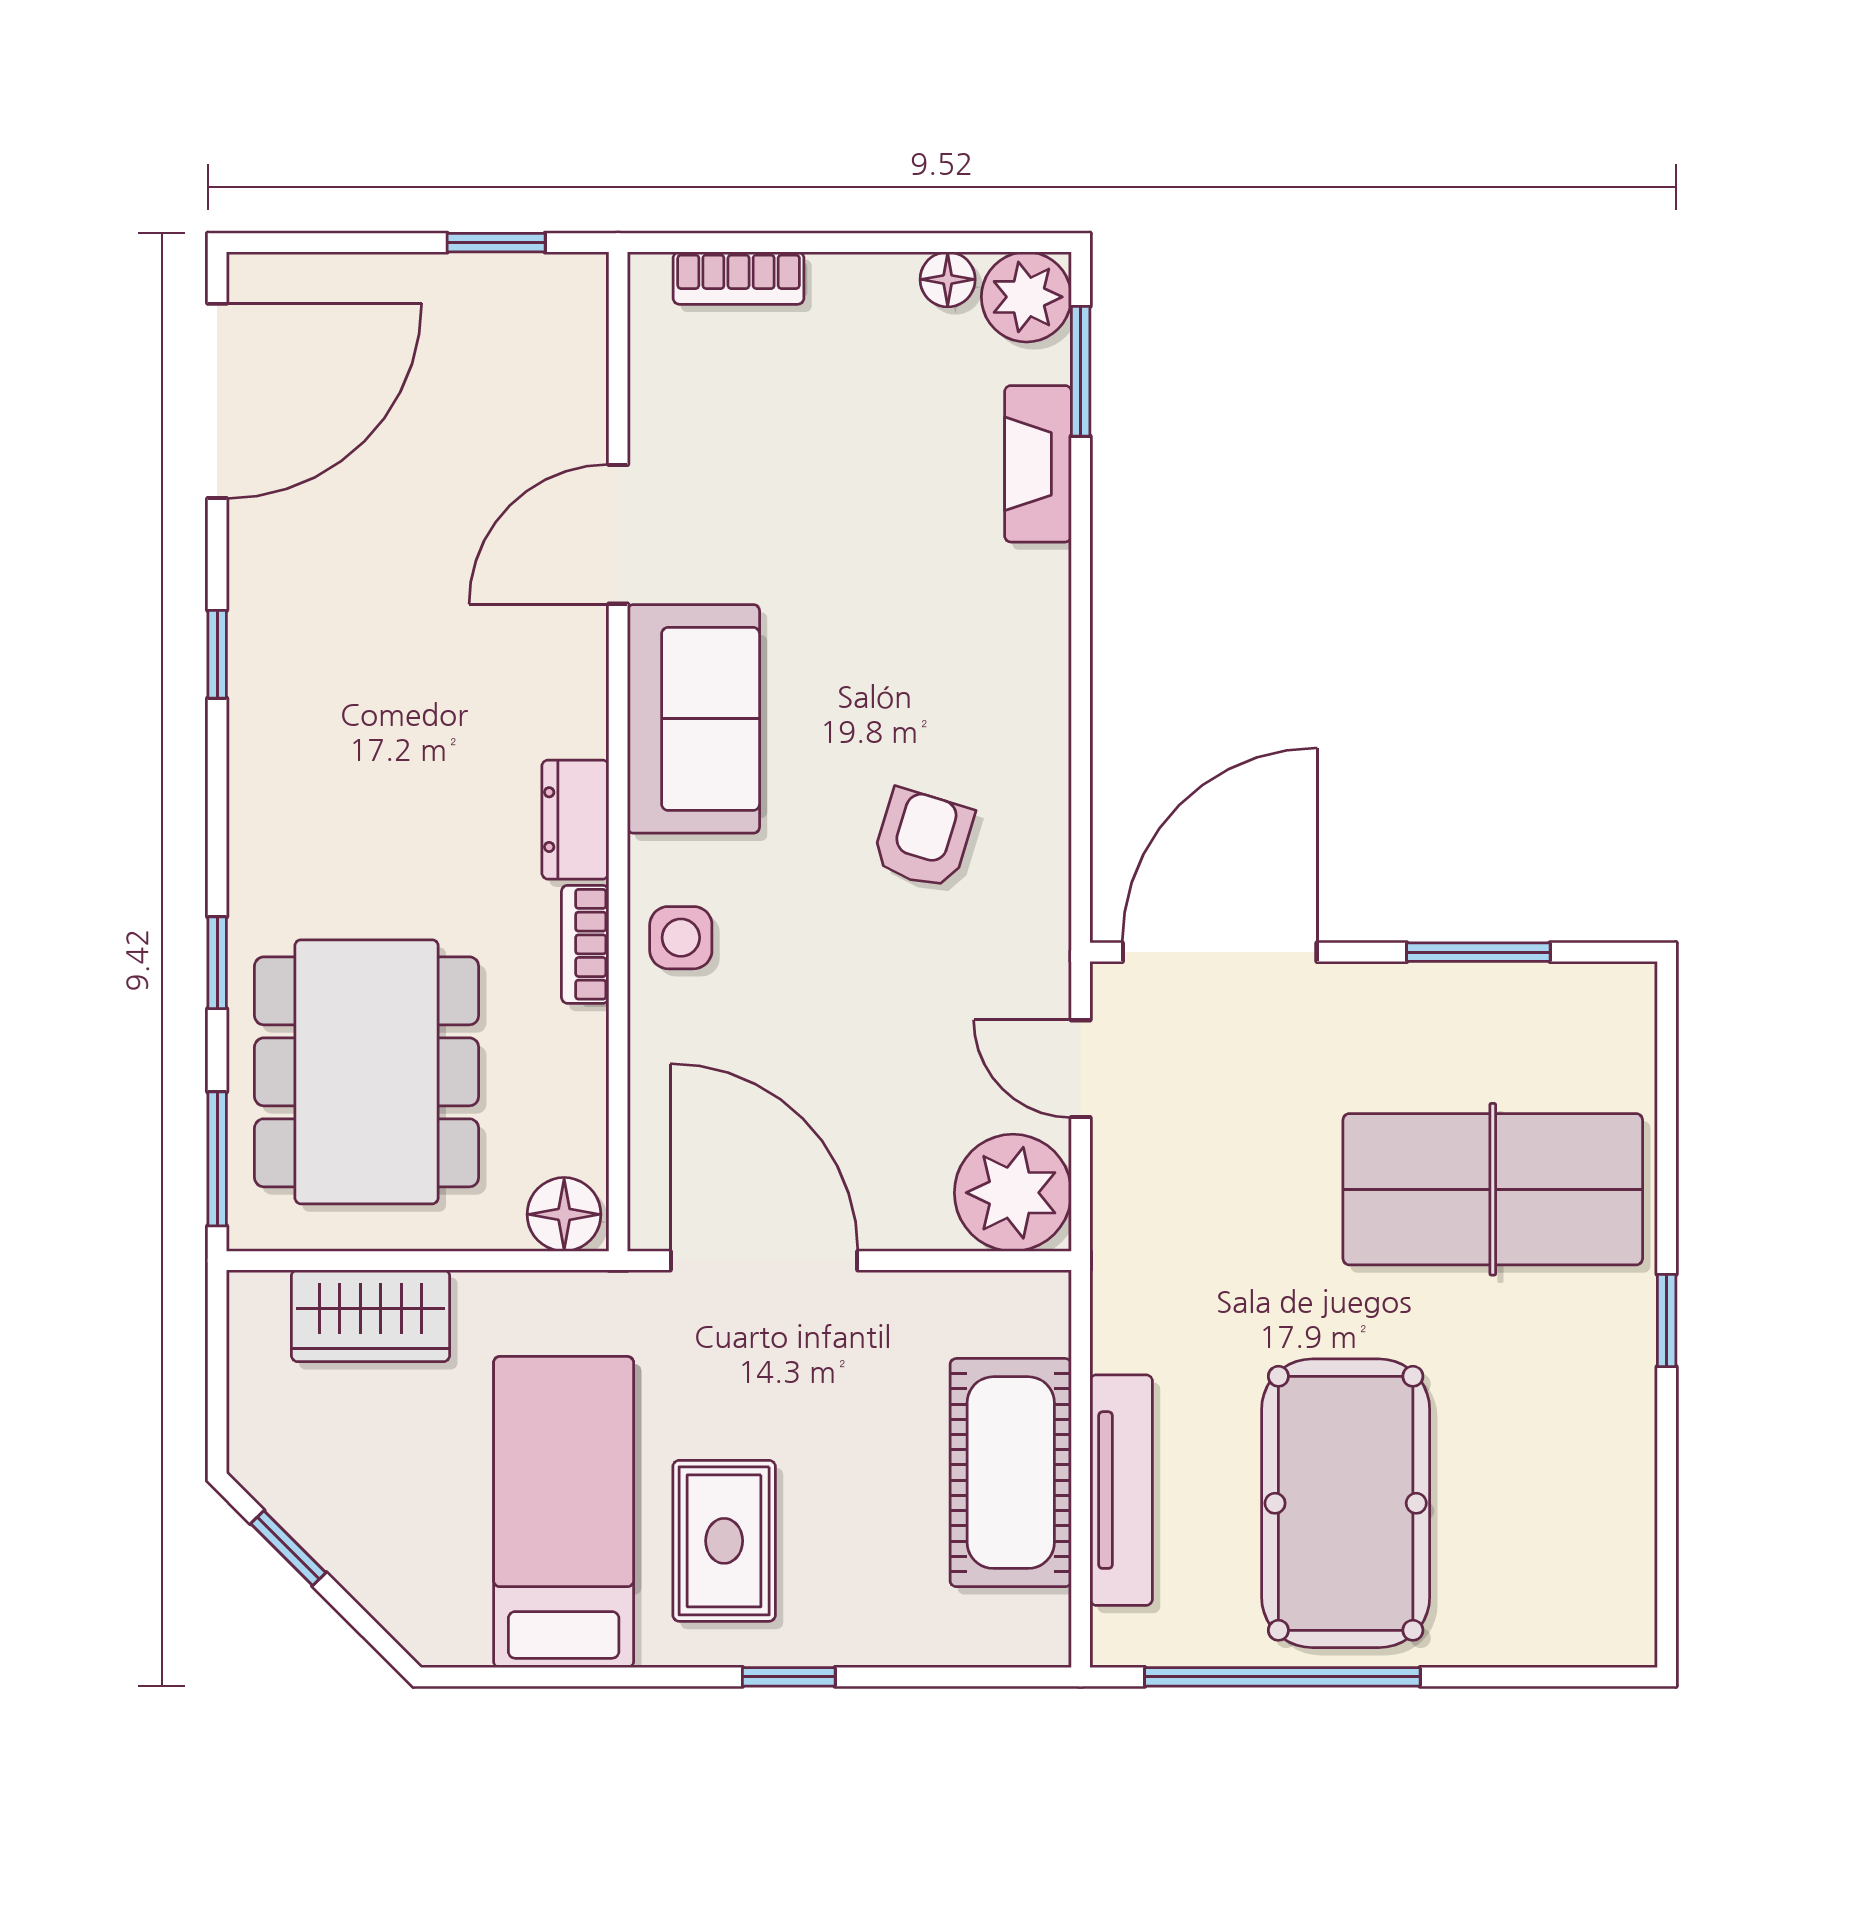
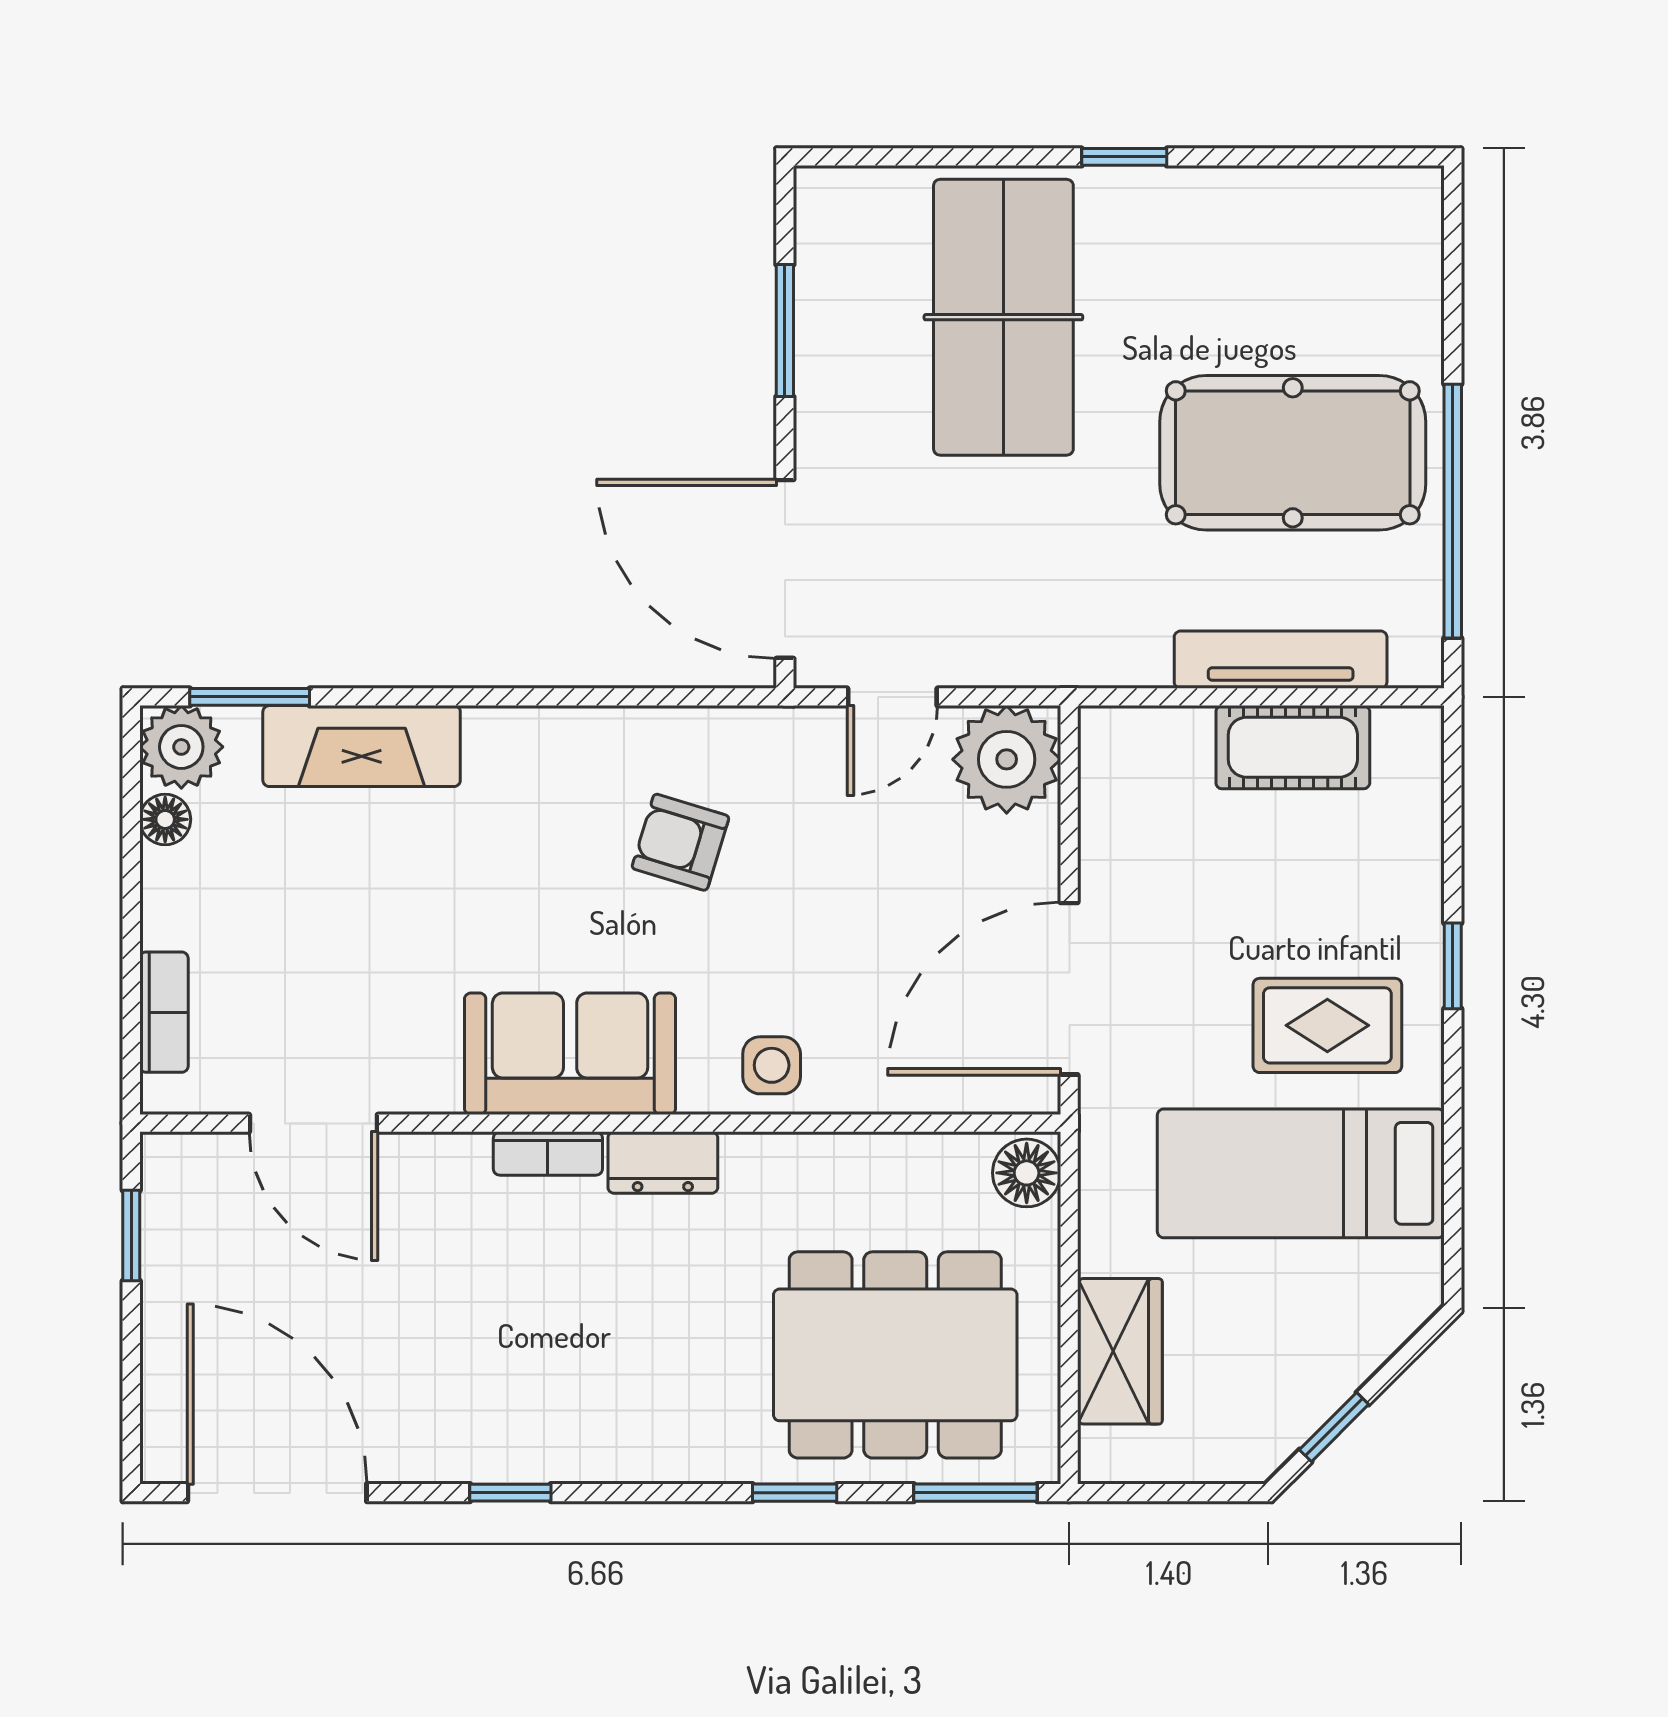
fireplace: (1038, 464) -> (362, 746), width x1.37, depth x1.32
door: (618, 534) -> (313, 1123), moved
bookcase: (585, 944) -> (548, 1153), moved
cot: (1011, 1473) -> (1293, 747), width x0.73, depth x0.75

